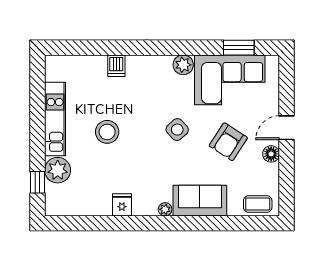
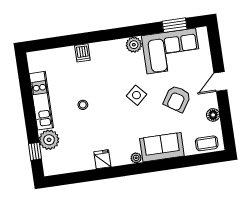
stool: (107, 132) -> (83, 105), width x0.53, depth x0.53
floor lamp: (271, 154) -> (213, 115), moved

